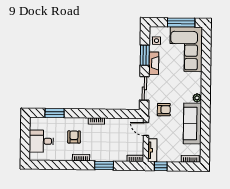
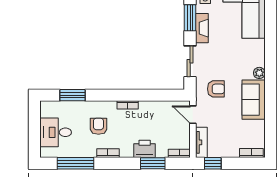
sofa: (192, 124) -> (254, 100), width x0.73
printer: (109, 155) -> (145, 149), added
window: (56, 165) -> (76, 163), added
window: (104, 166) -> (153, 163), moved

